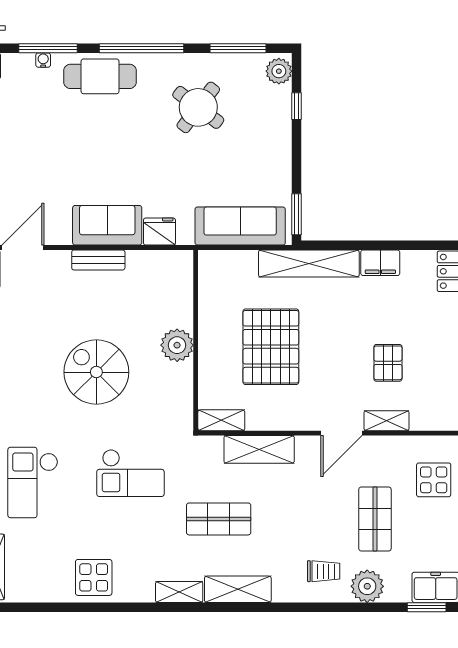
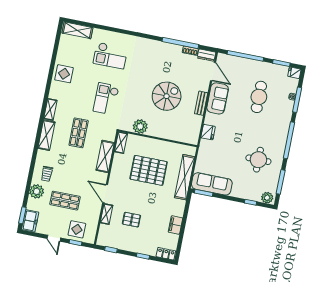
cafe table: (100, 76) -> (259, 97), moved
round table: (198, 107) -> (258, 160), turned -37
sofa: (107, 225) -> (218, 98), moved
sofa: (240, 226) -> (212, 184), moved, turned -90
shelving: (309, 263) -> (185, 177), moved
plant: (177, 345) -> (140, 126), moved
spiral stairs: (96, 372) -> (167, 96), moved
checkout: (33, 483) -> (110, 56), turned 180

